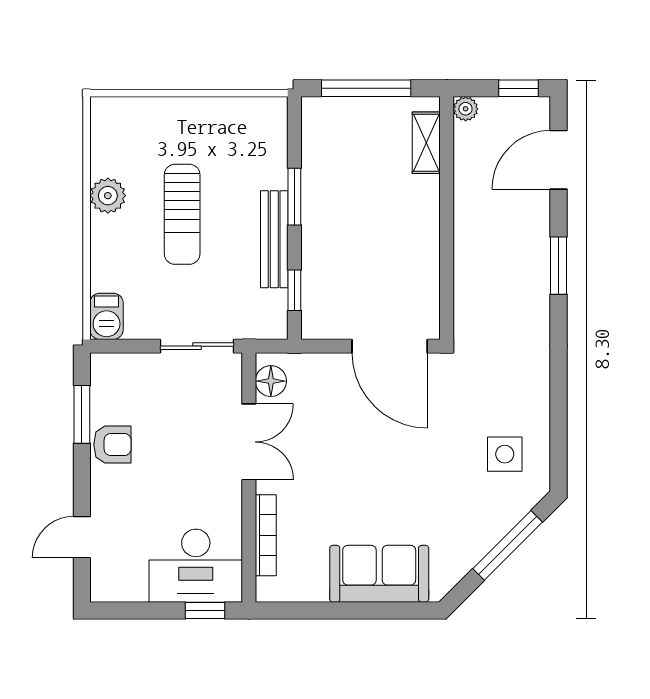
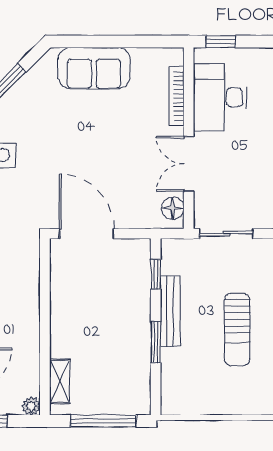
sun lounger: (182, 214) -> (237, 329), turned 180
desk: (196, 566) -> (220, 97), moved, turned -90

